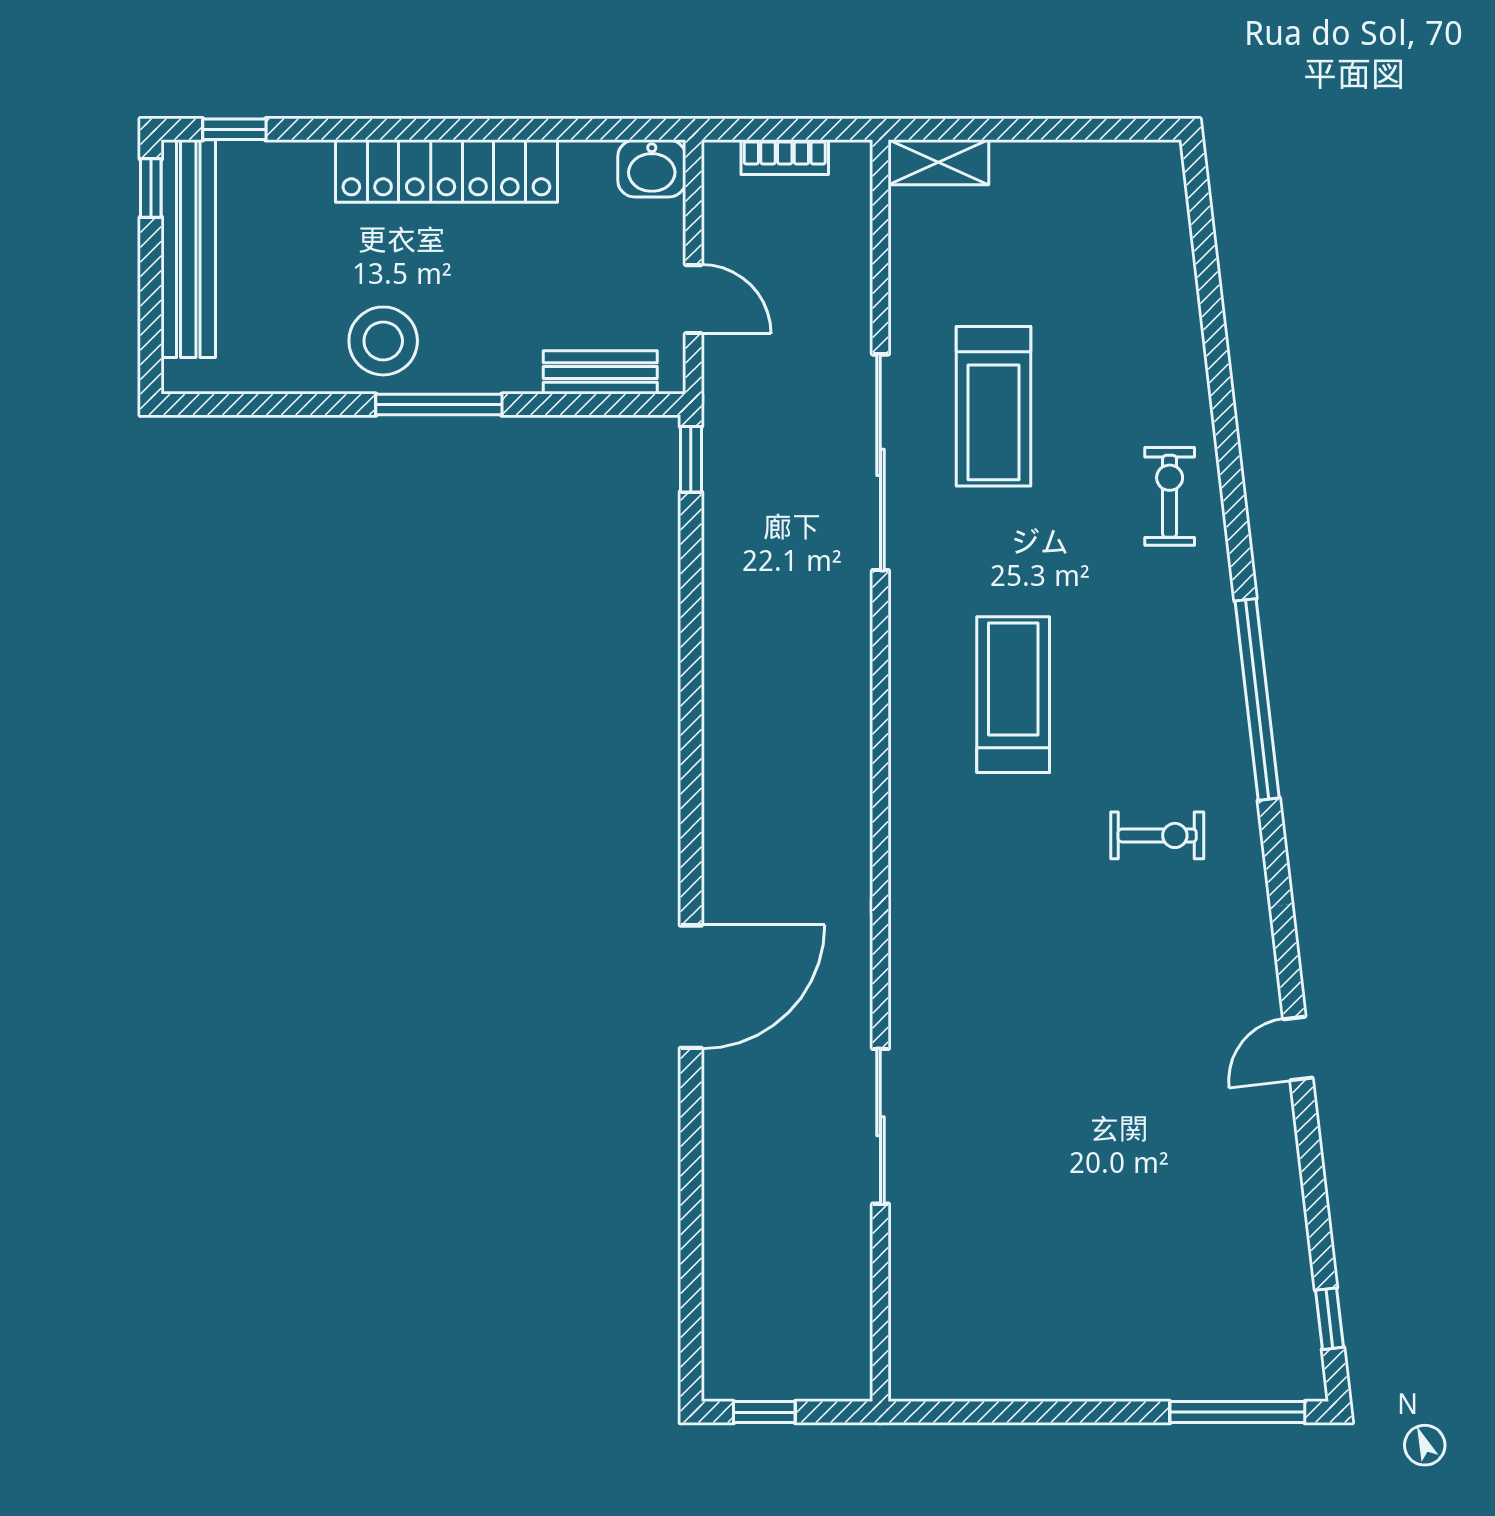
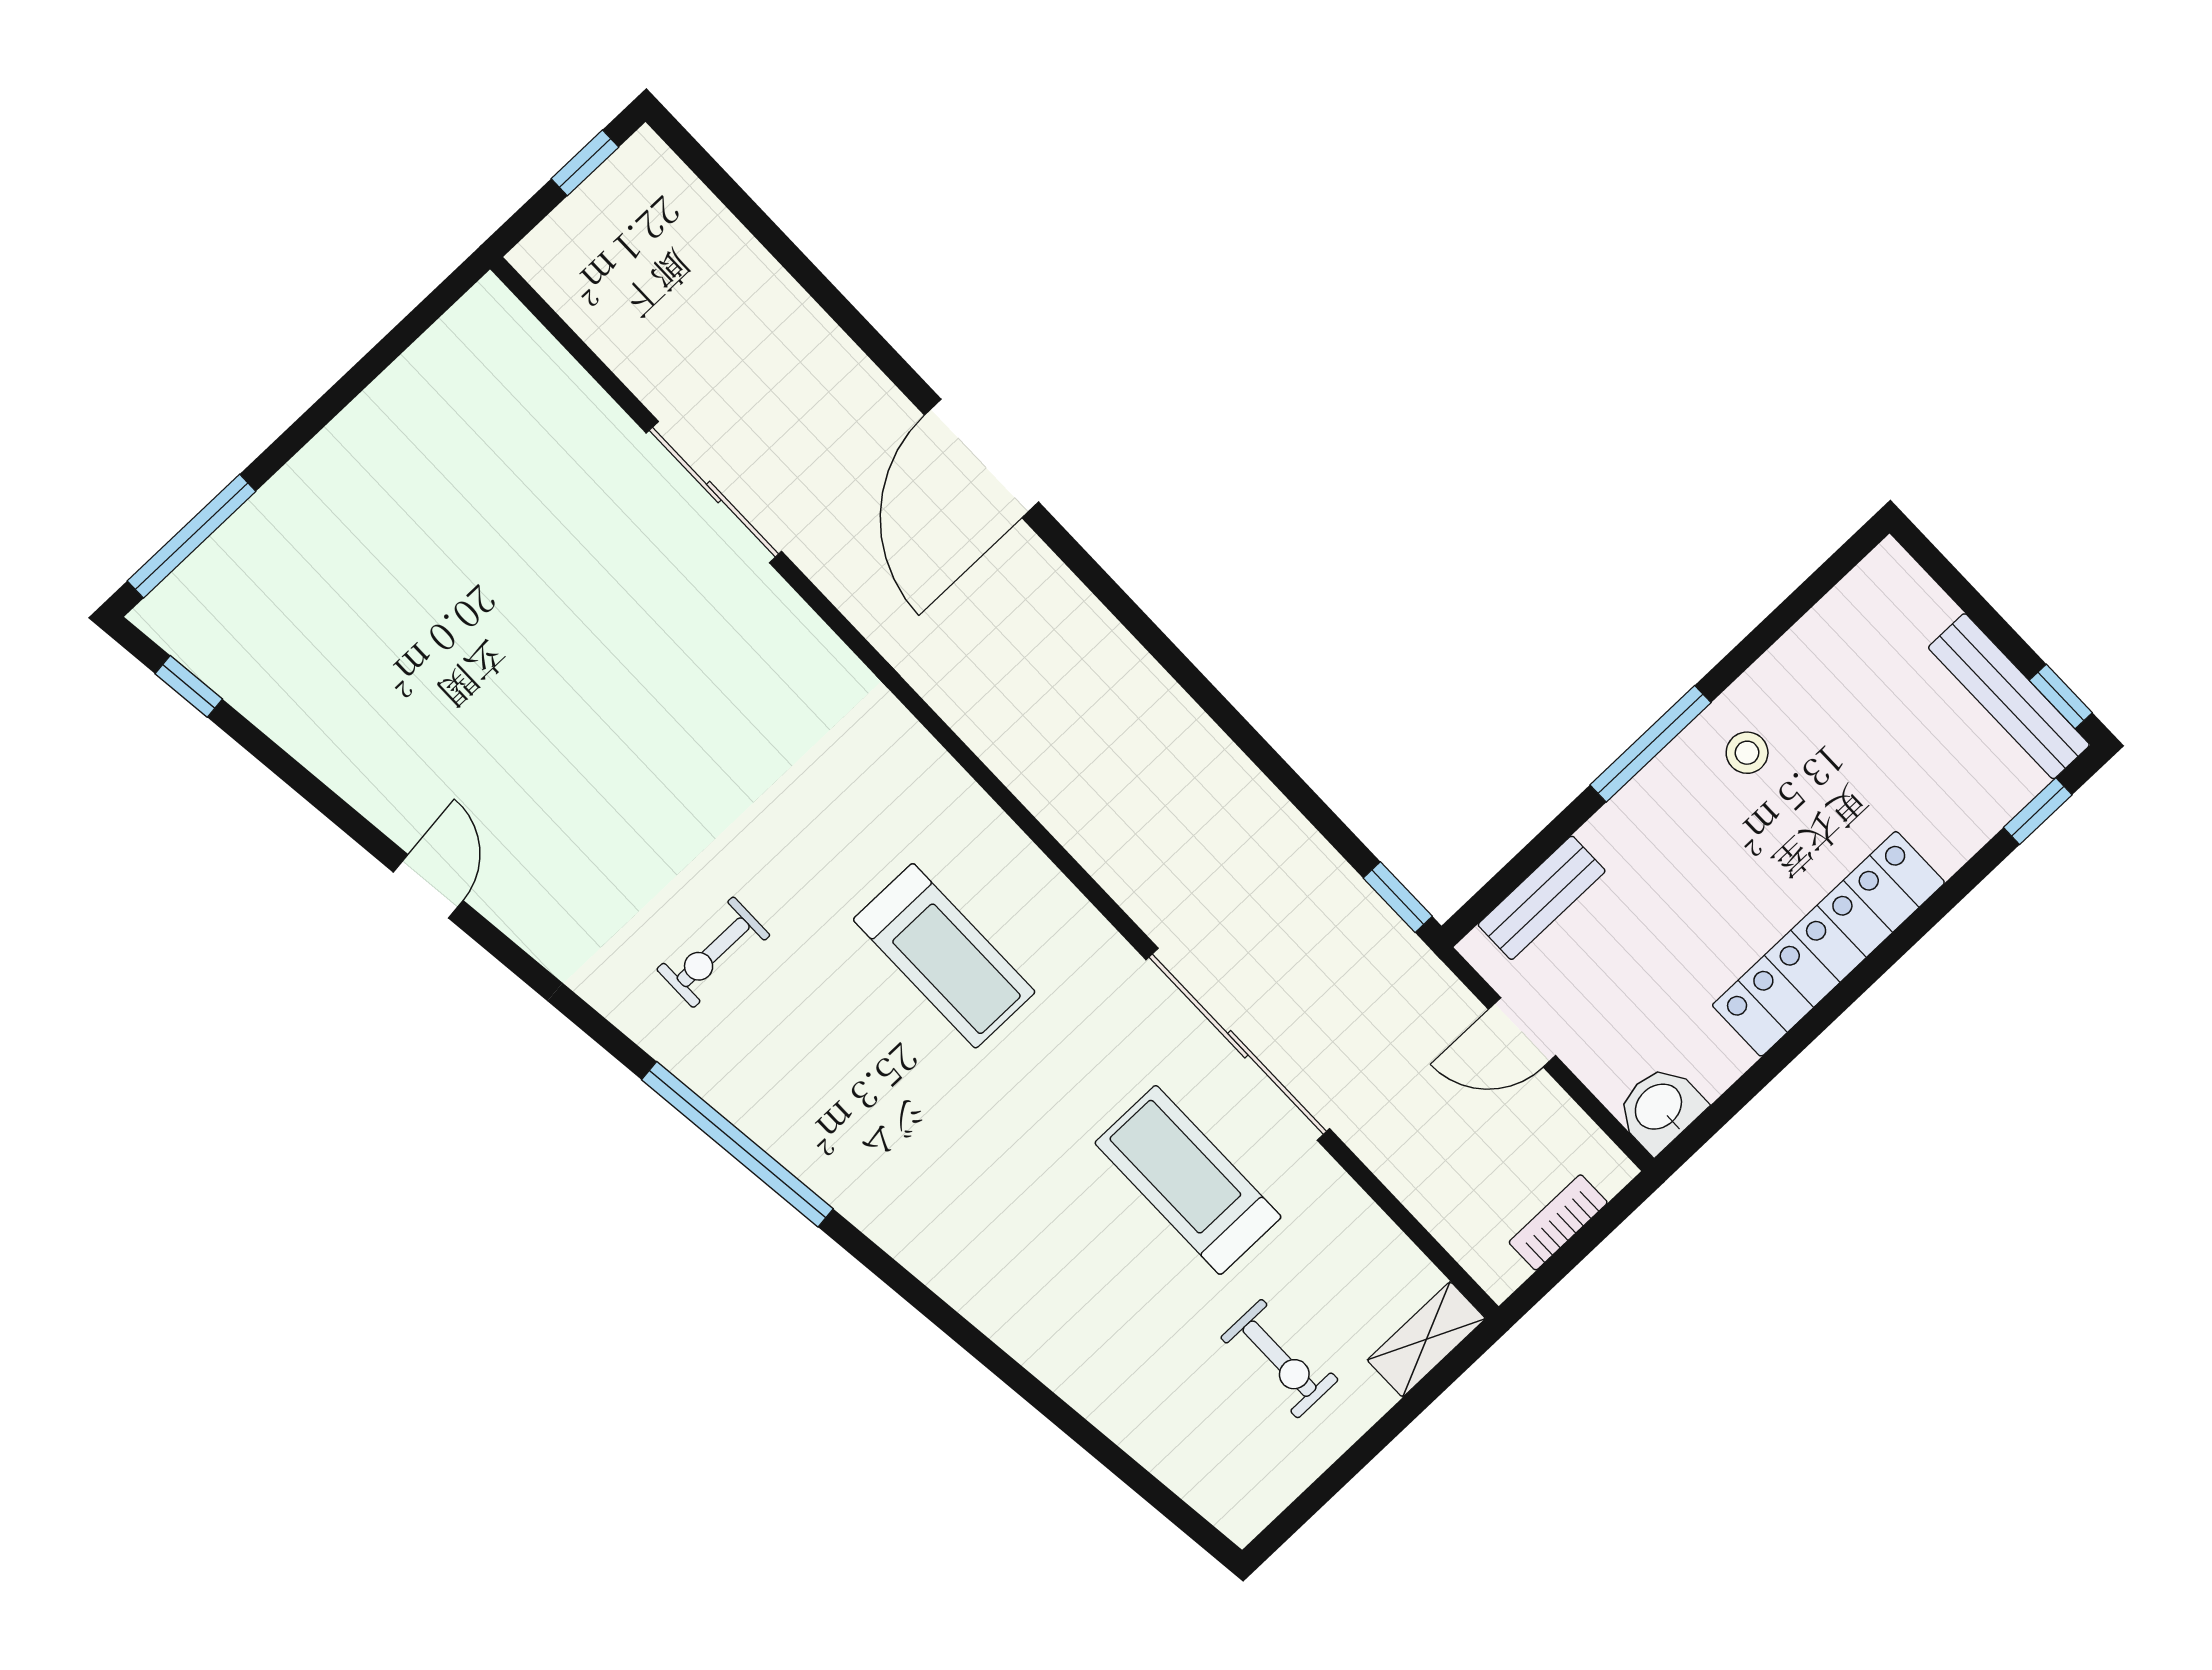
bench: (188, 249) -> (2009, 696), width x0.73, depth x0.82
stool: (383, 341) -> (1747, 753), width x0.53, depth x0.53
exercise bike: (1170, 496) -> (1280, 1359), moved

